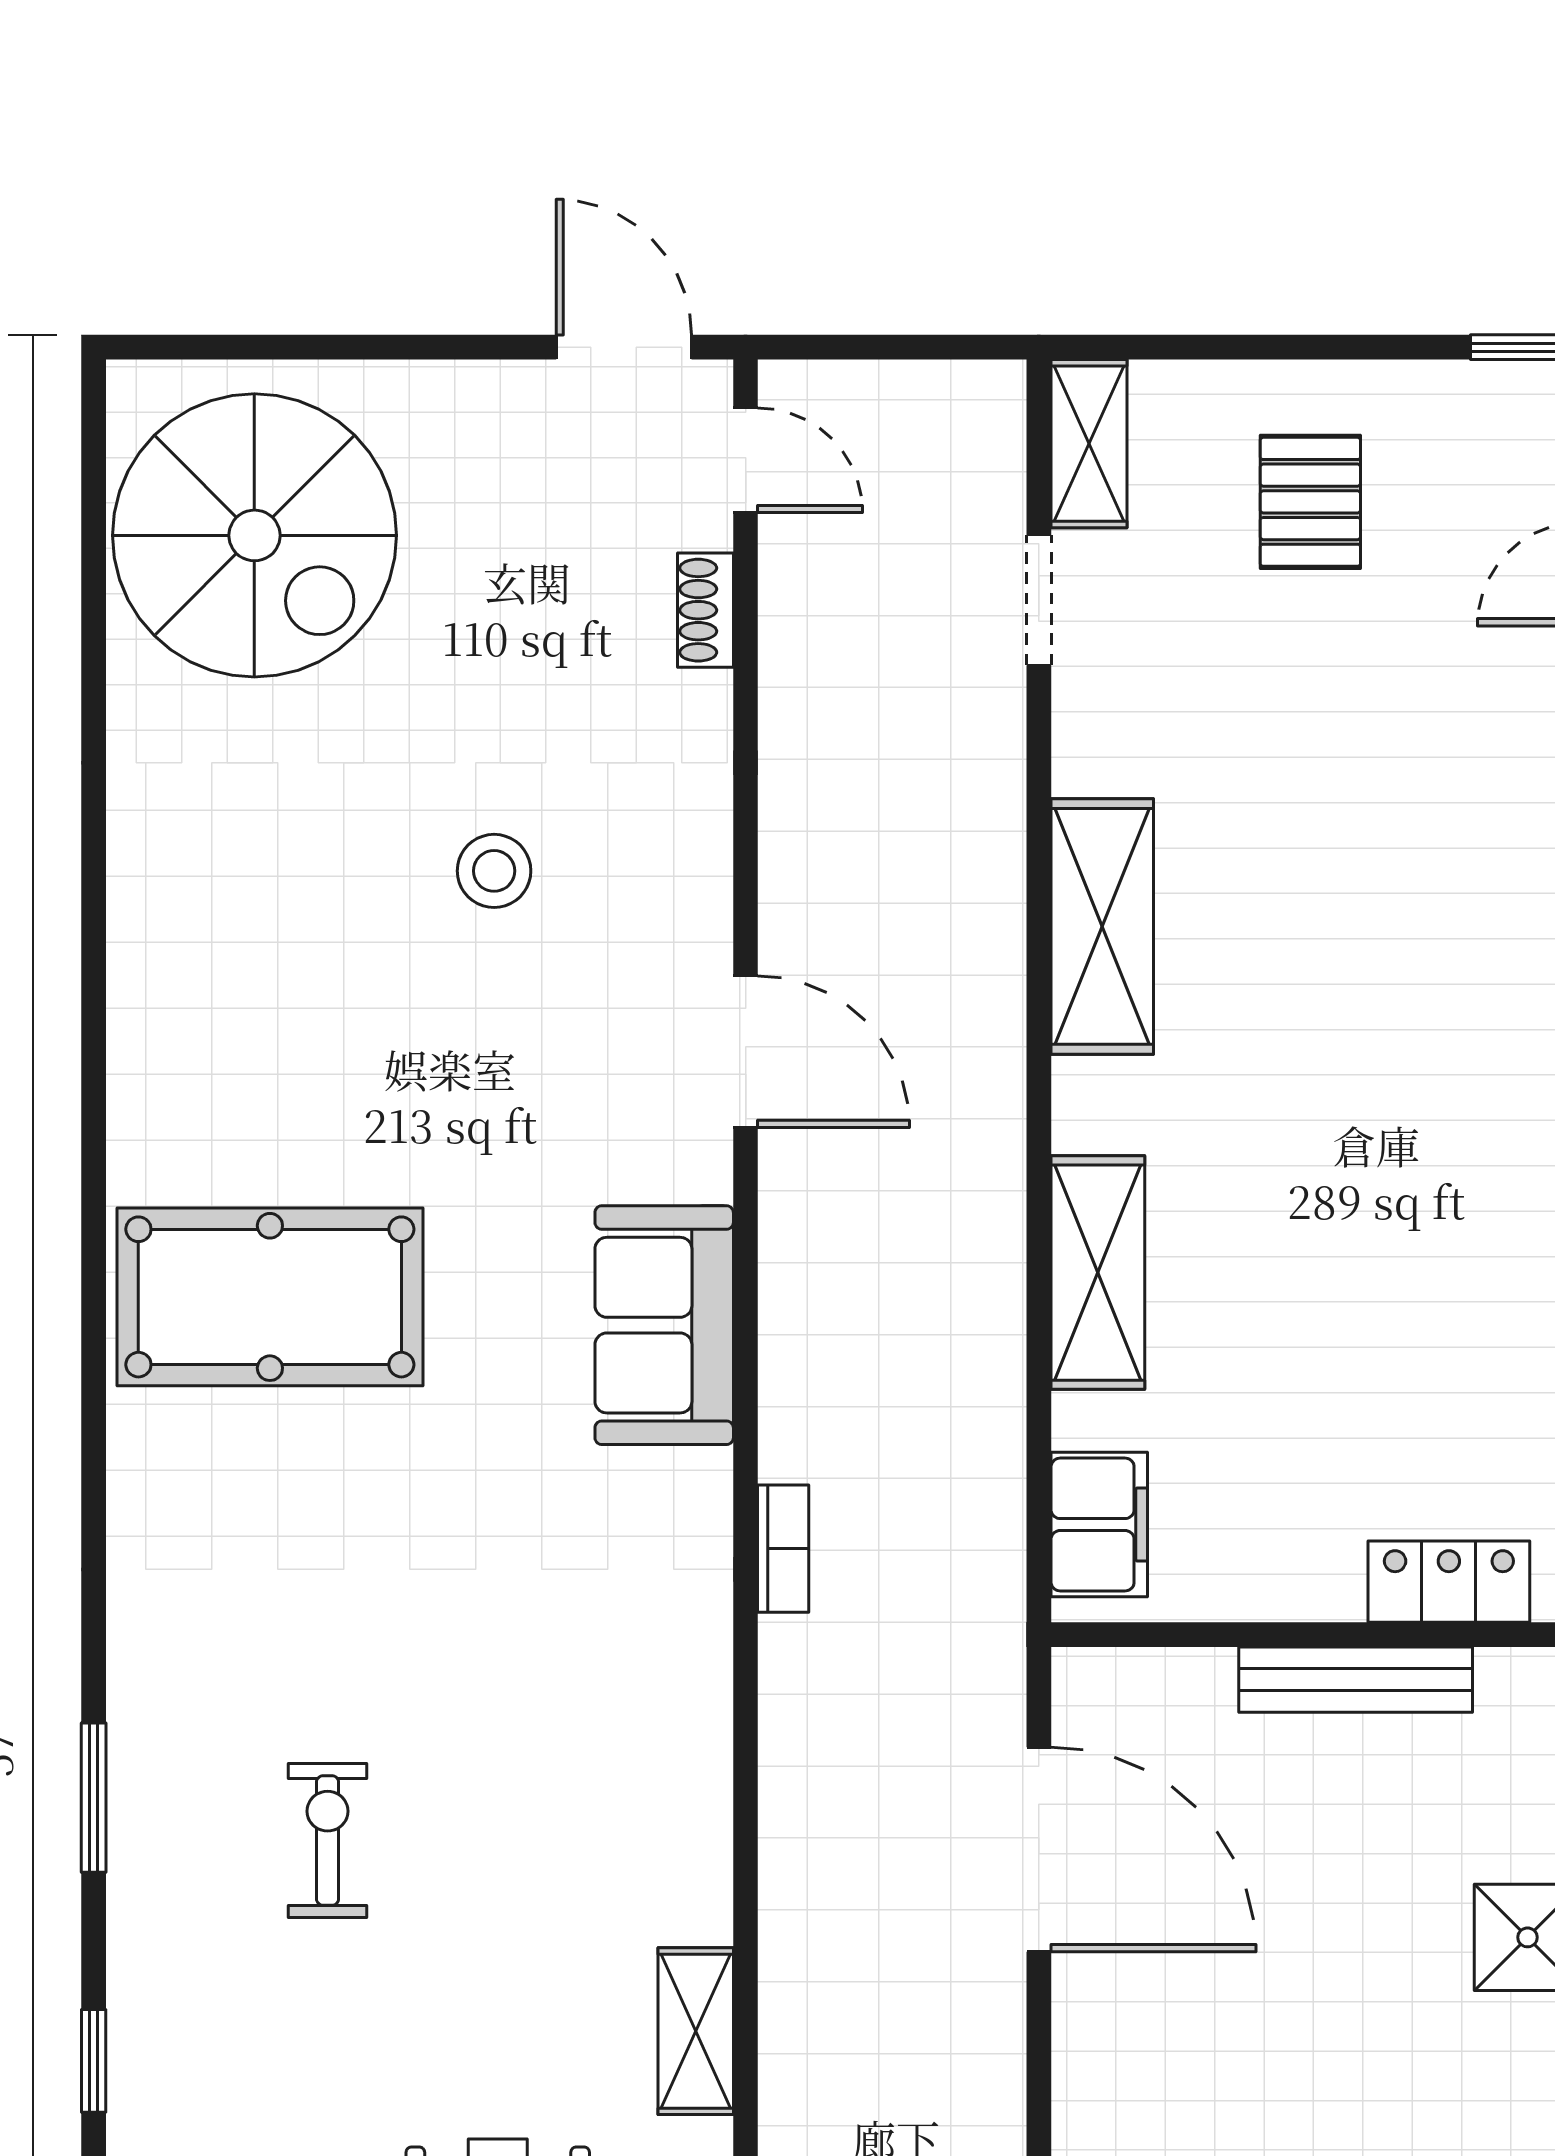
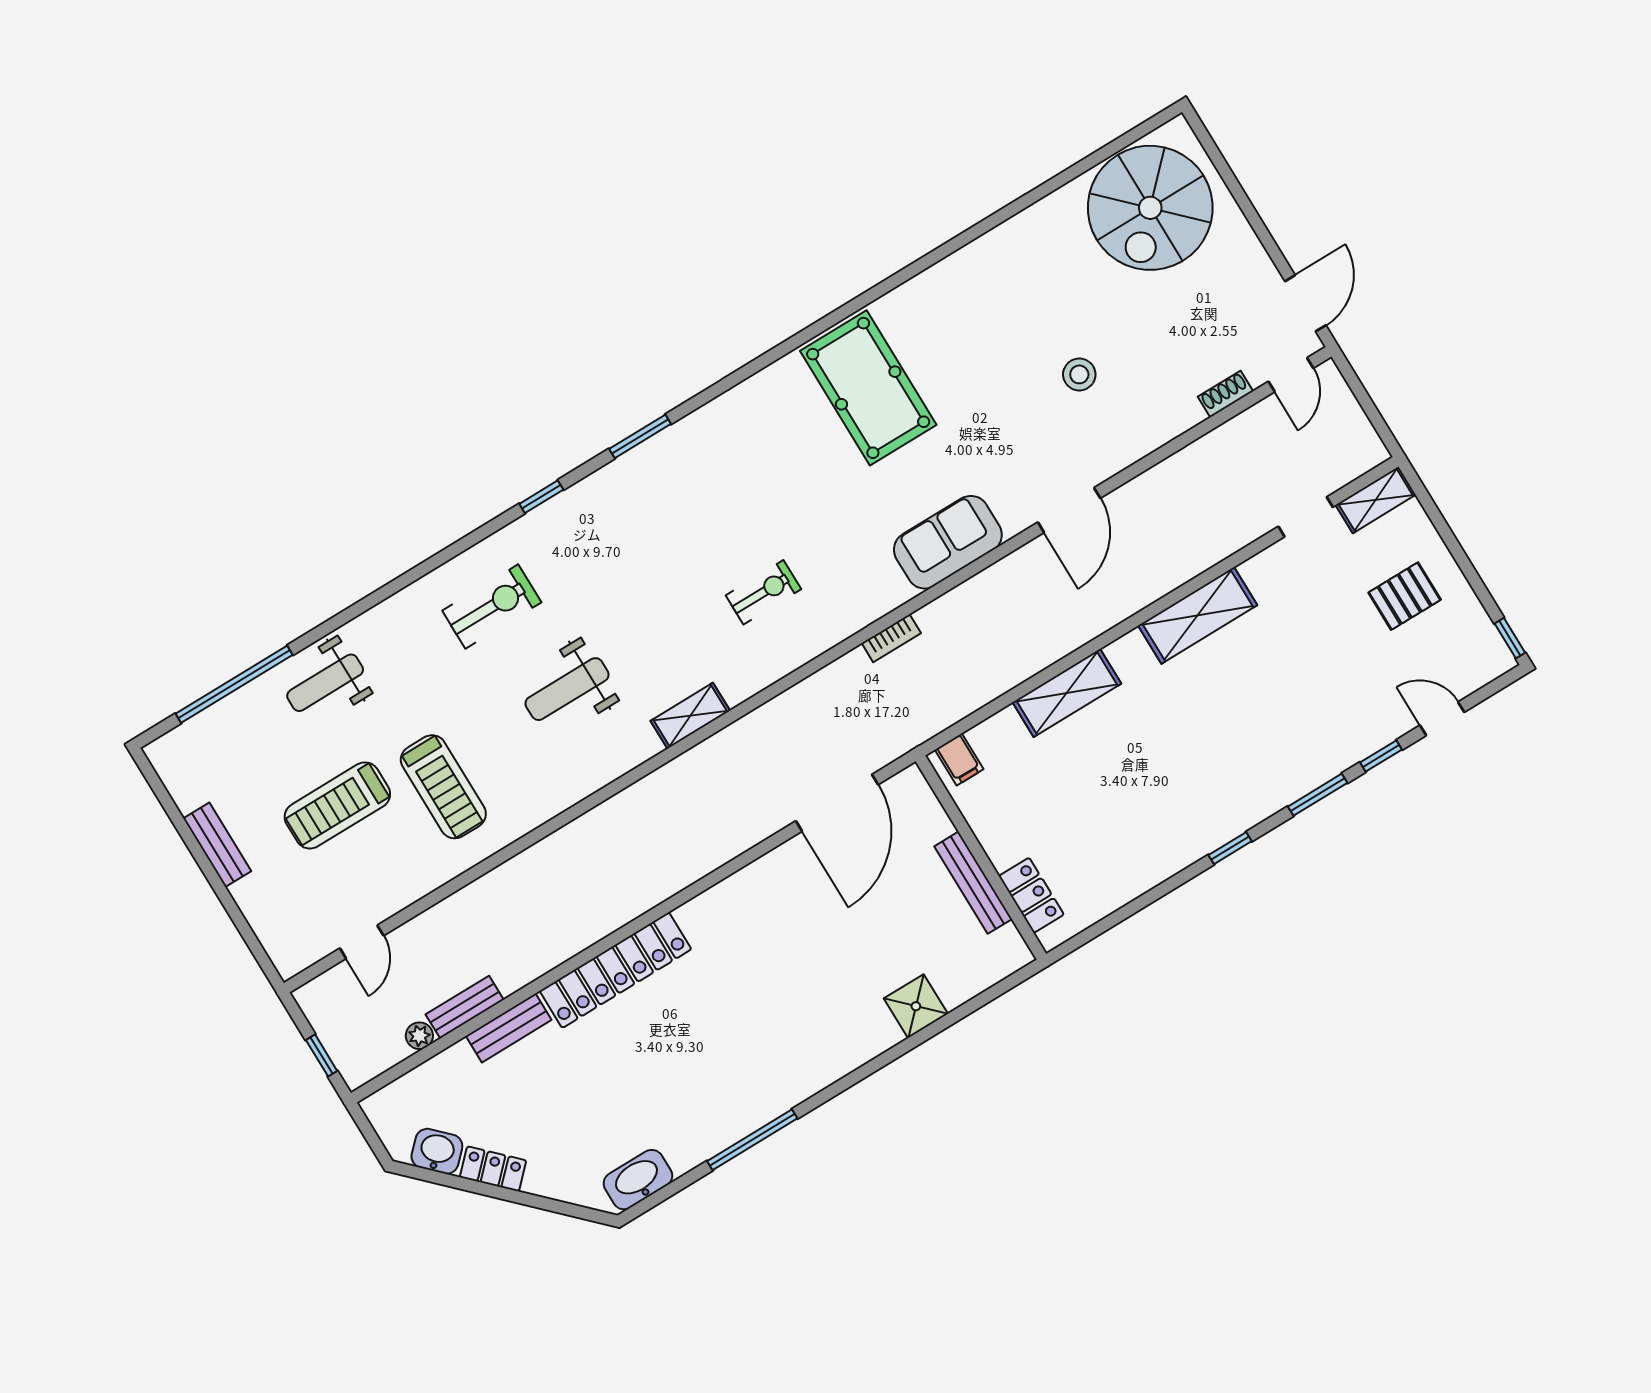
filing cabinet: (1099, 1525) -> (959, 759), width x0.50
exercise bike: (328, 1840) -> (763, 592), moved

